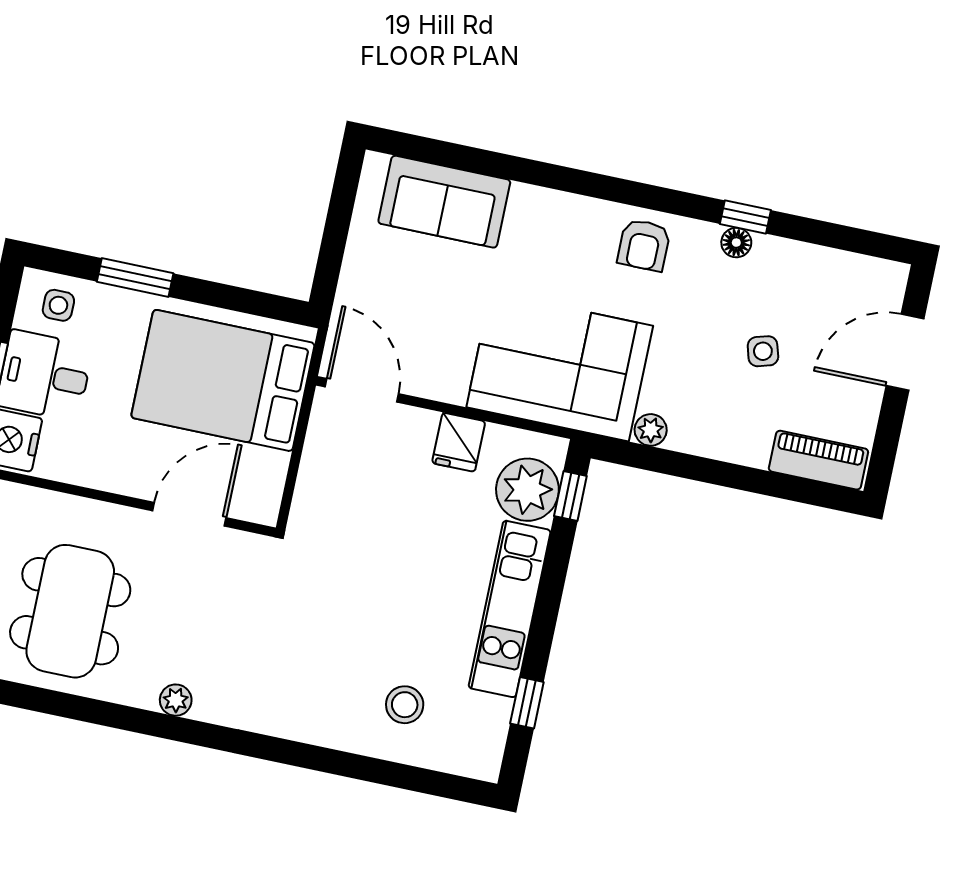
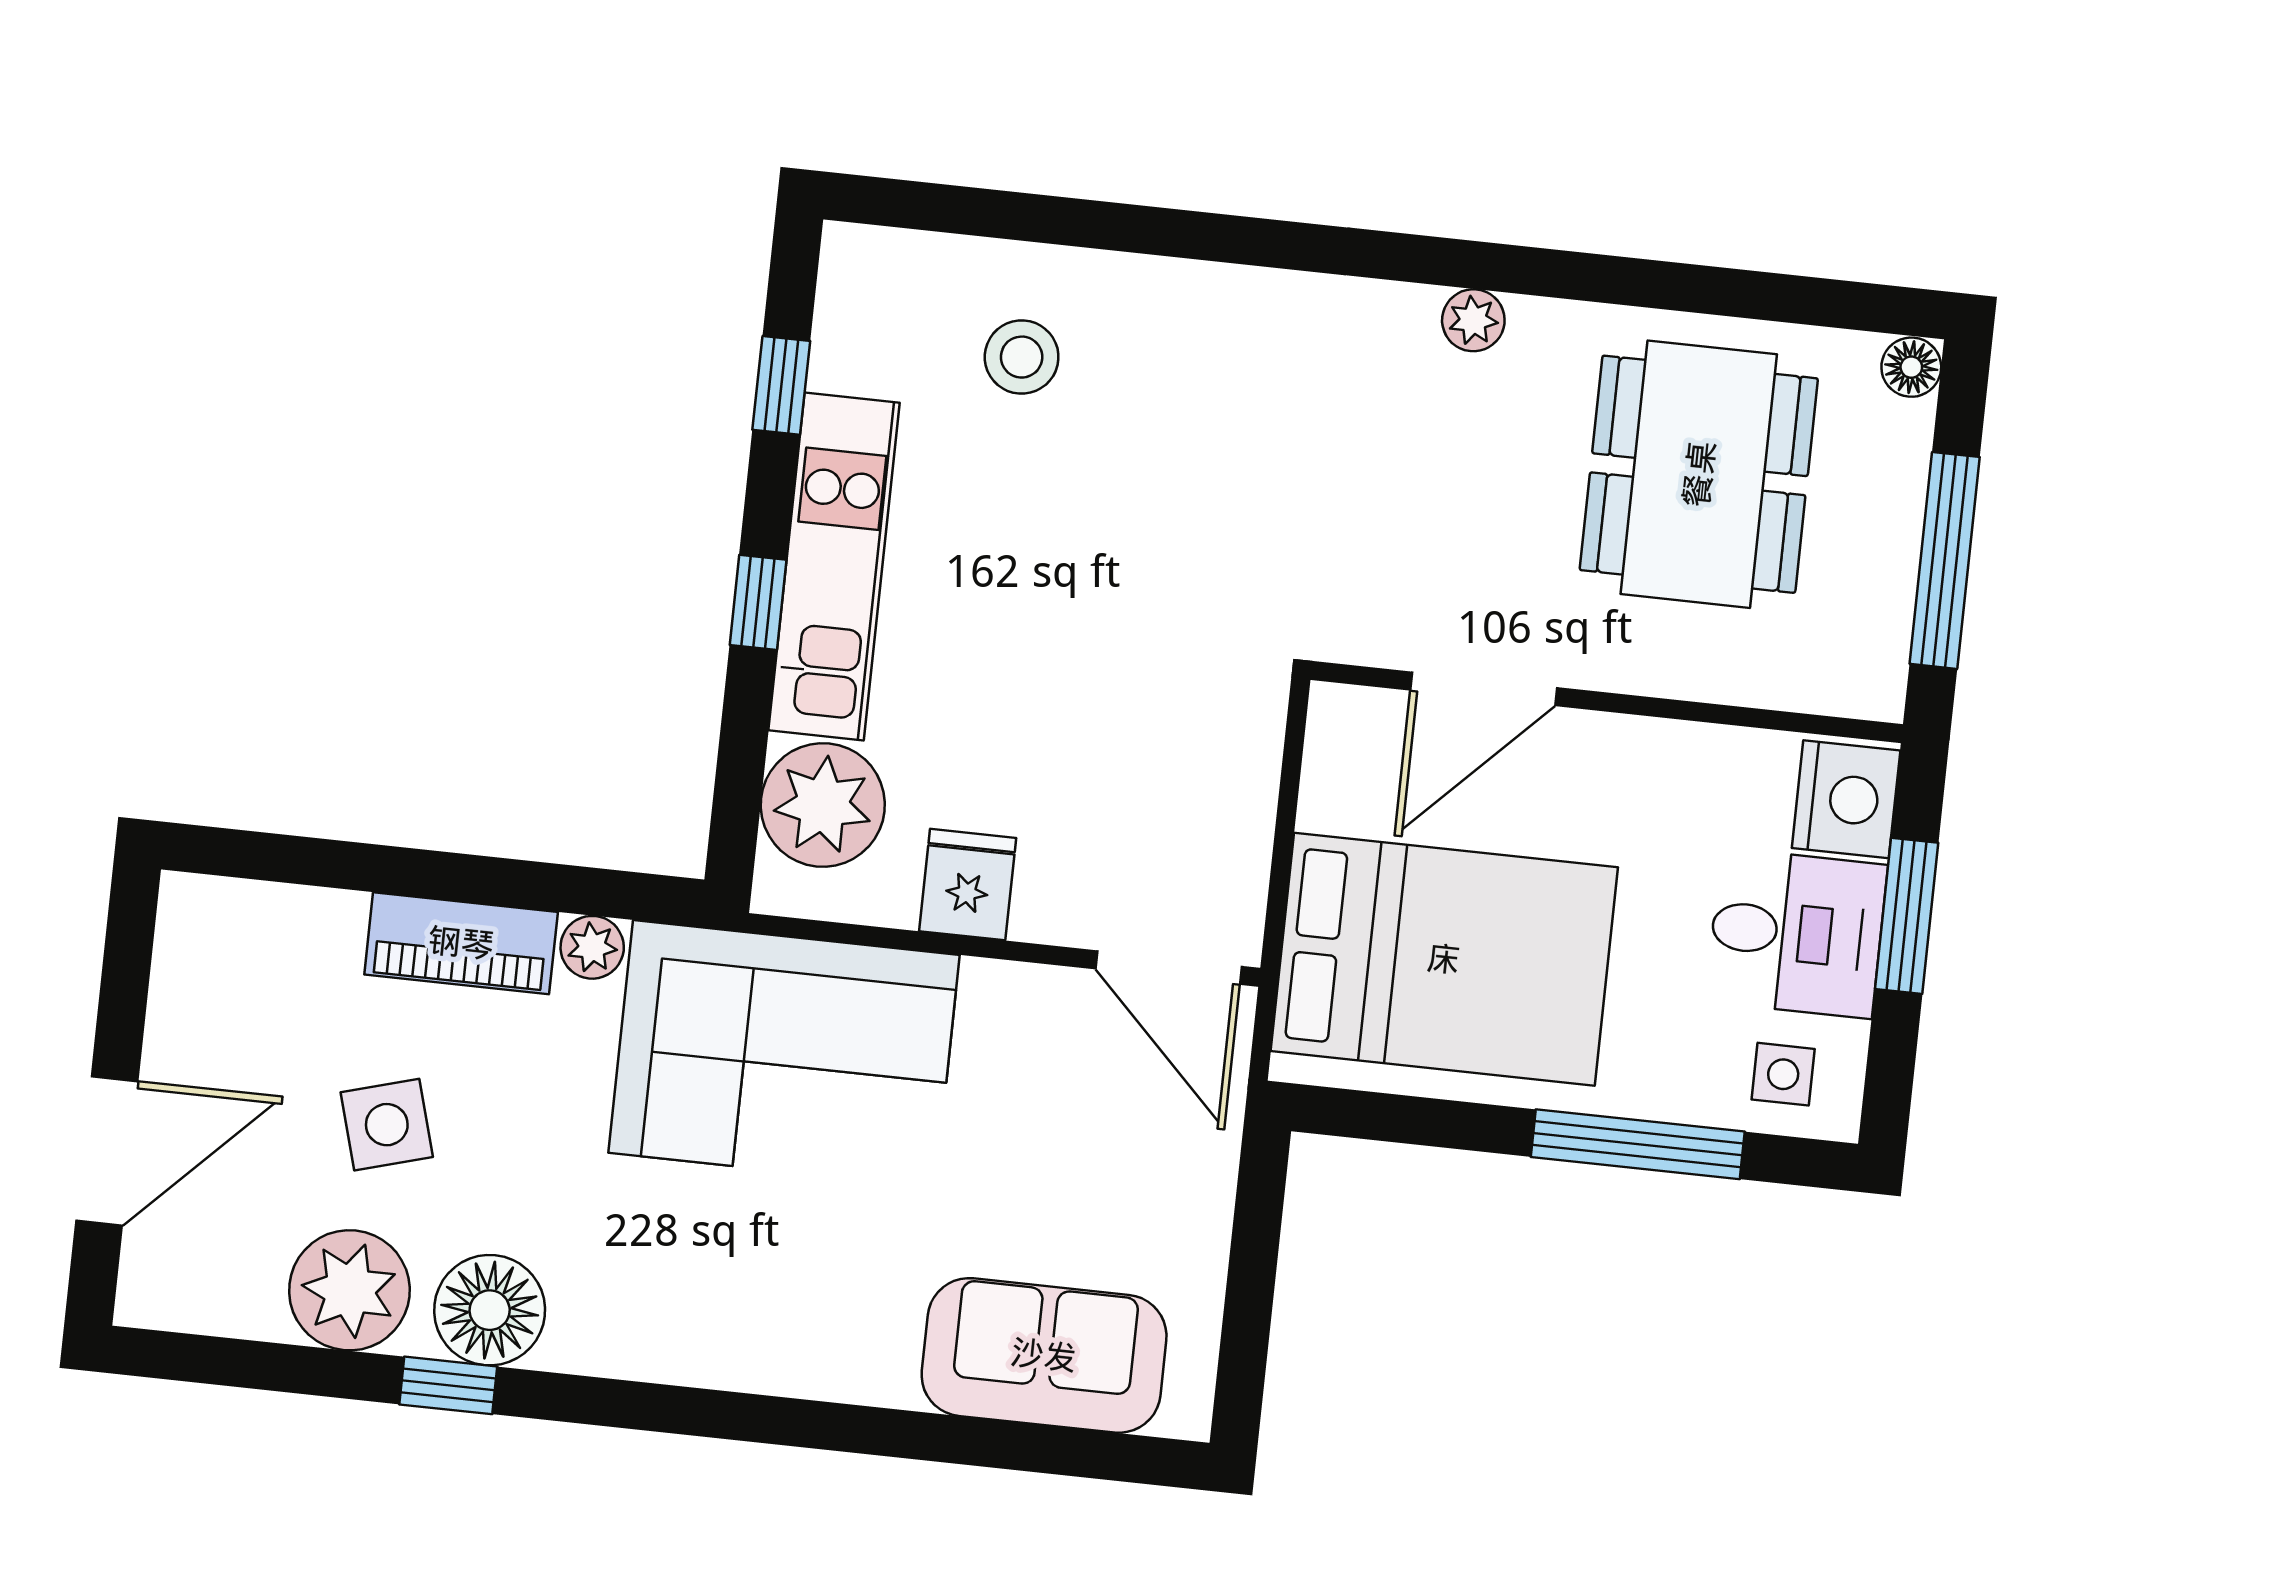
floor lamp: (736, 243) -> (490, 1310), width x1.89, depth x1.89
armchair: (644, 245) -> (642, 1310), removed
plant: (790, 270) -> (349, 1290), added
window: (135, 278) -> (1638, 1144), width x1.44
side table: (763, 351) -> (387, 1125), width x1.37, depth x1.37
piano: (818, 460) -> (461, 943), moved
window: (570, 496) -> (758, 602), moved

